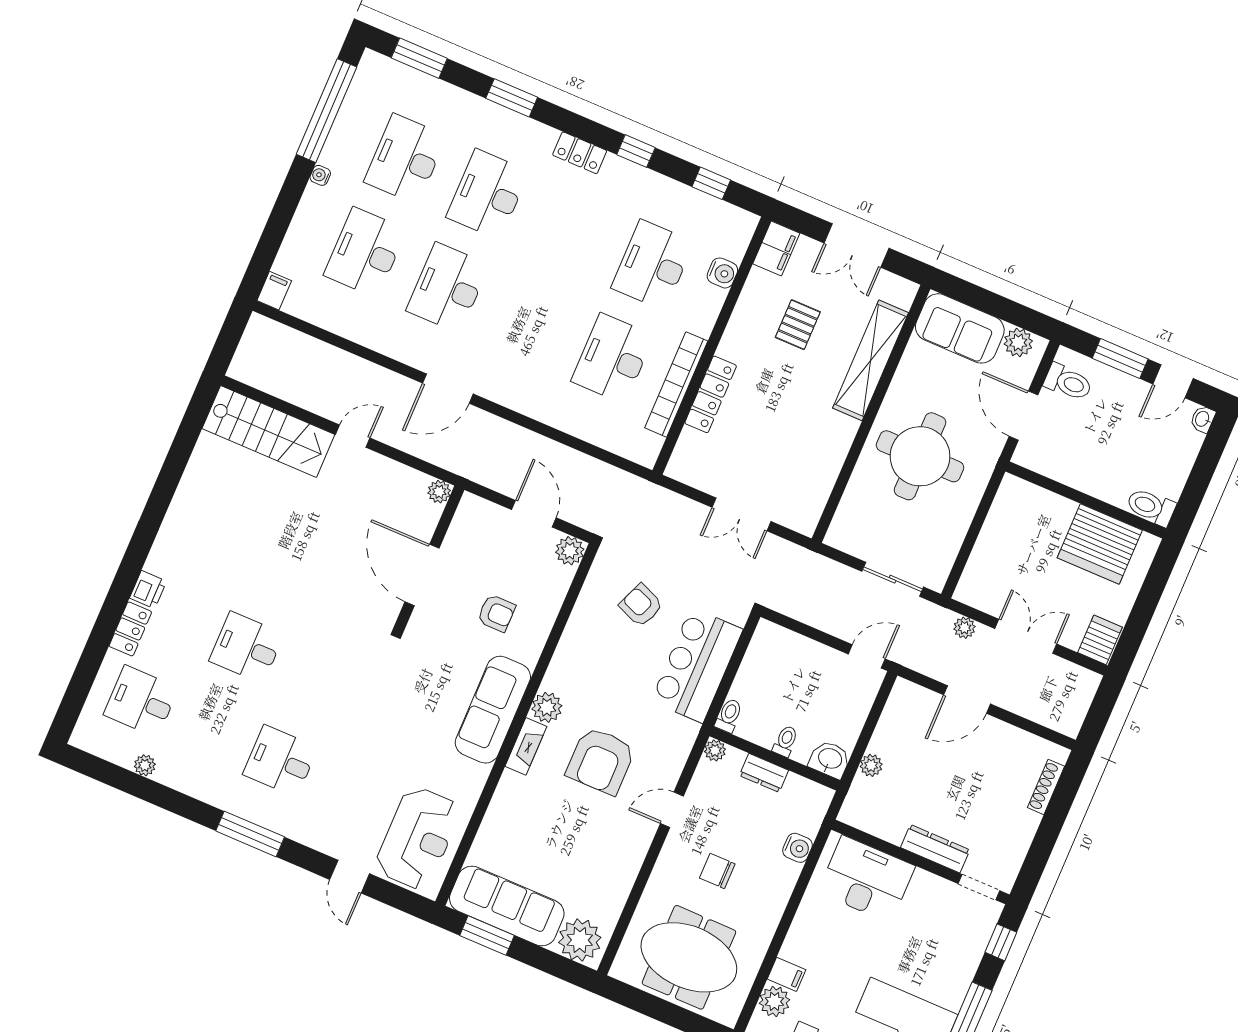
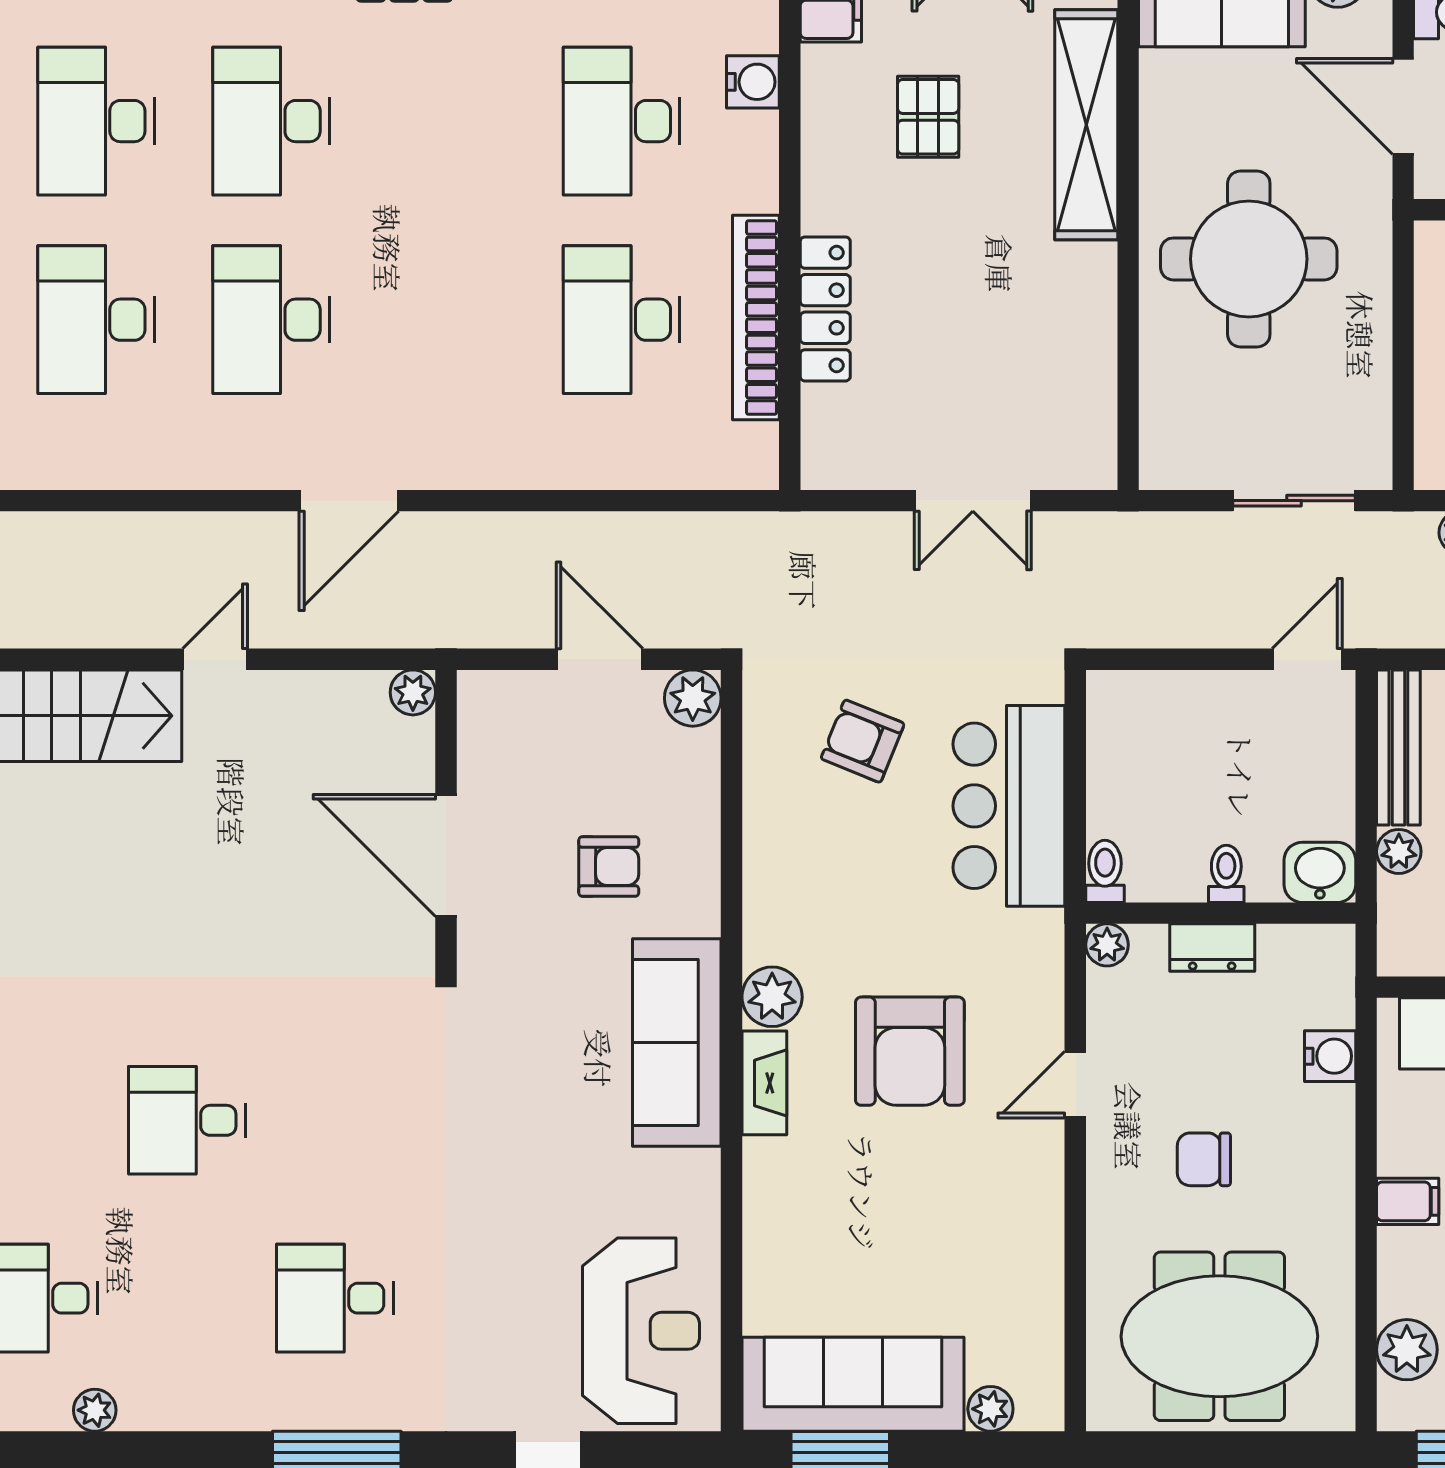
bench: (892, 716) -> (1398, 747), added
plant: (580, 940) -> (990, 1409), width x0.53, depth x0.53
filing cabinet: (786, 974) -> (1408, 1201), moved

